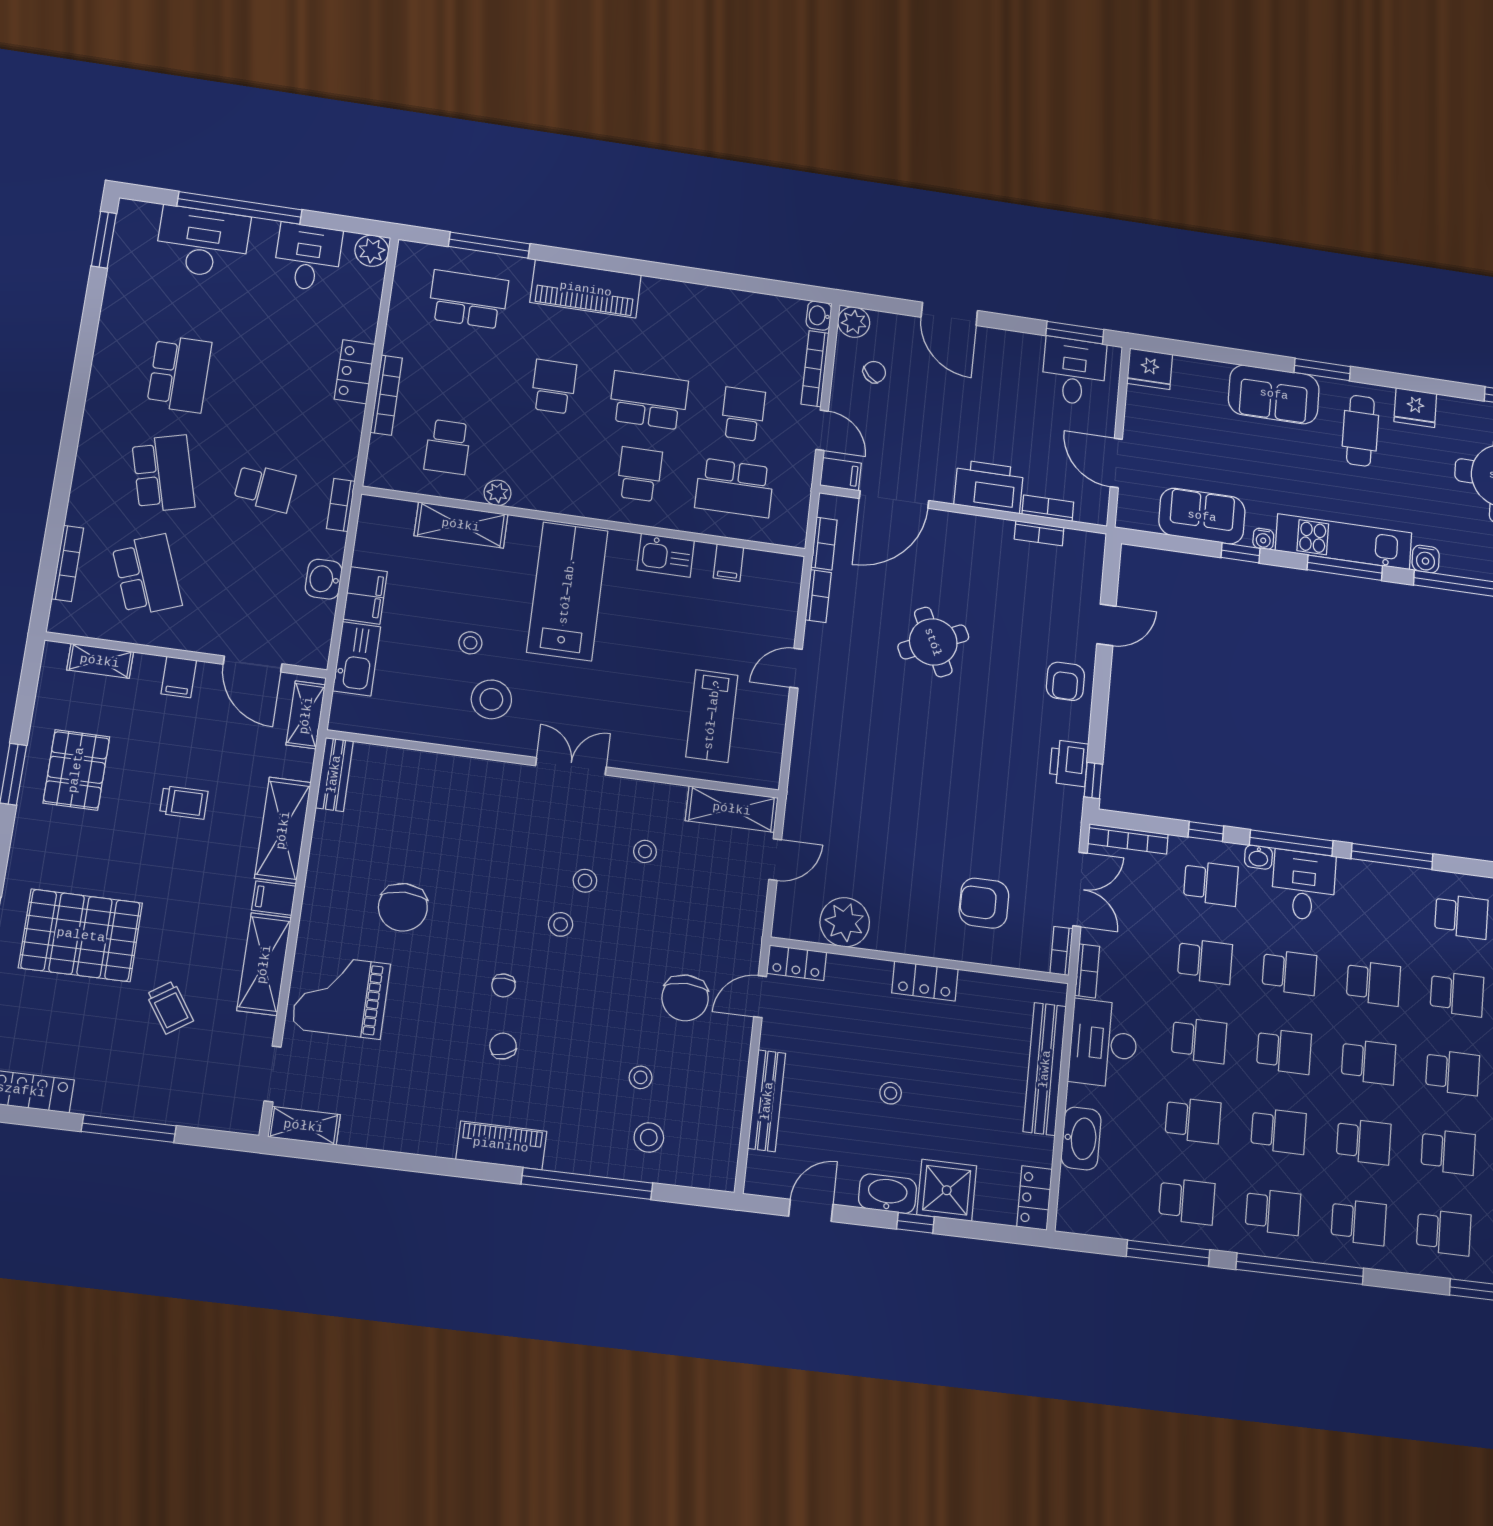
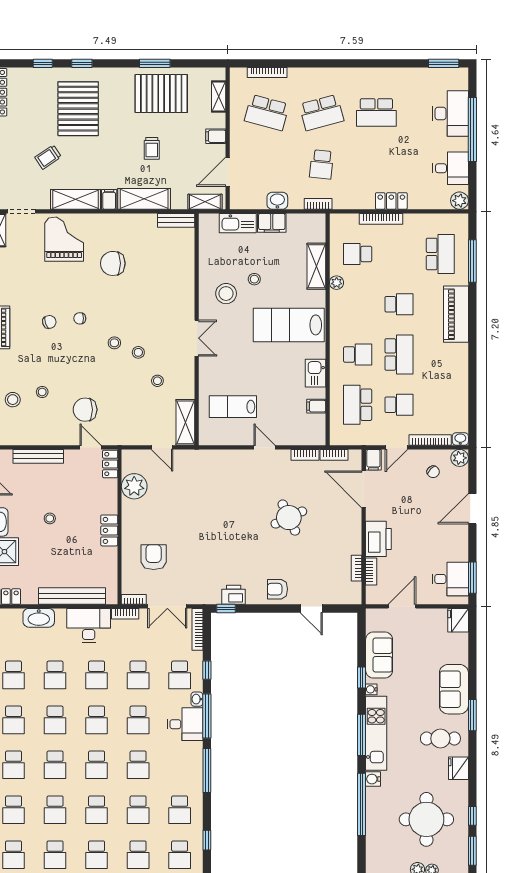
school desk: (147, 575) -> (267, 112), turned 36
lab bench: (567, 591) -> (289, 325), turned 180
pallet: (76, 770) -> (161, 94), width x1.37, depth x1.41

